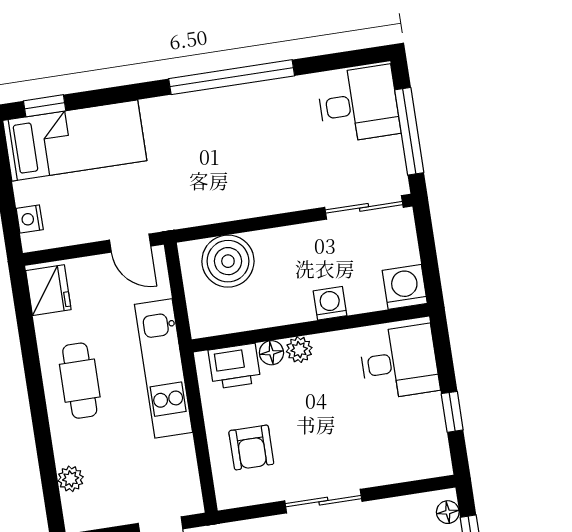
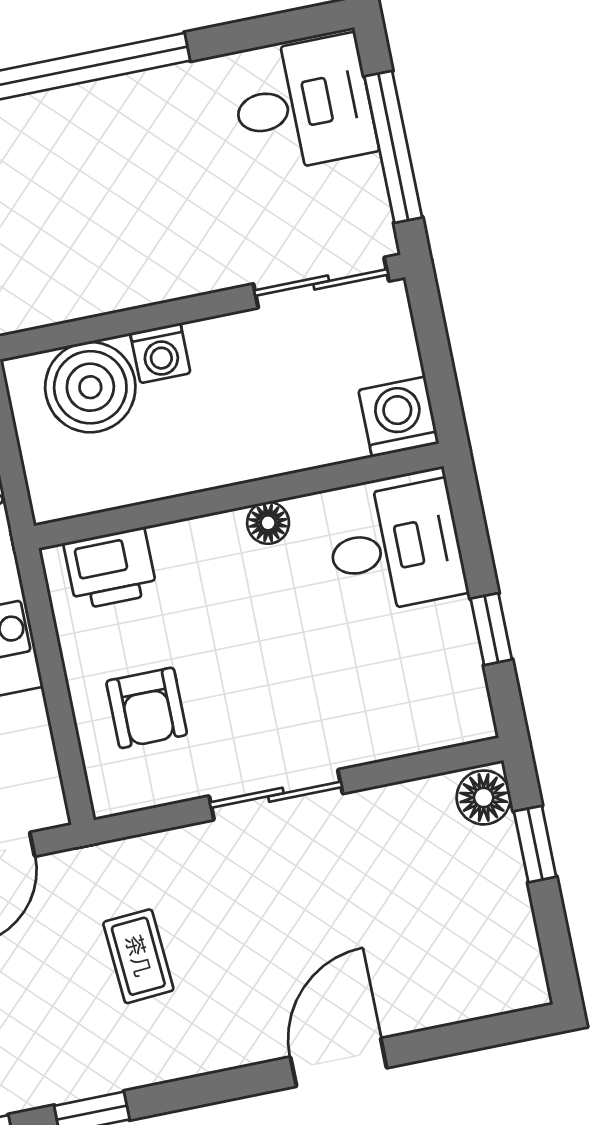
washing machine: (330, 303) -> (160, 353), moved, turned 180
plant: (299, 350) -> (221, 534), removed
floor lamp: (271, 353) -> (268, 523), moved
floor lamp: (448, 512) -> (484, 797), width x1.37, depth x1.37

